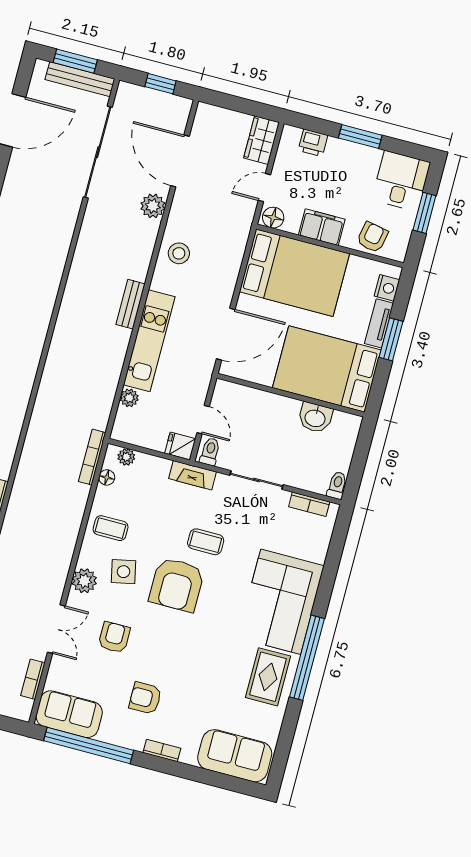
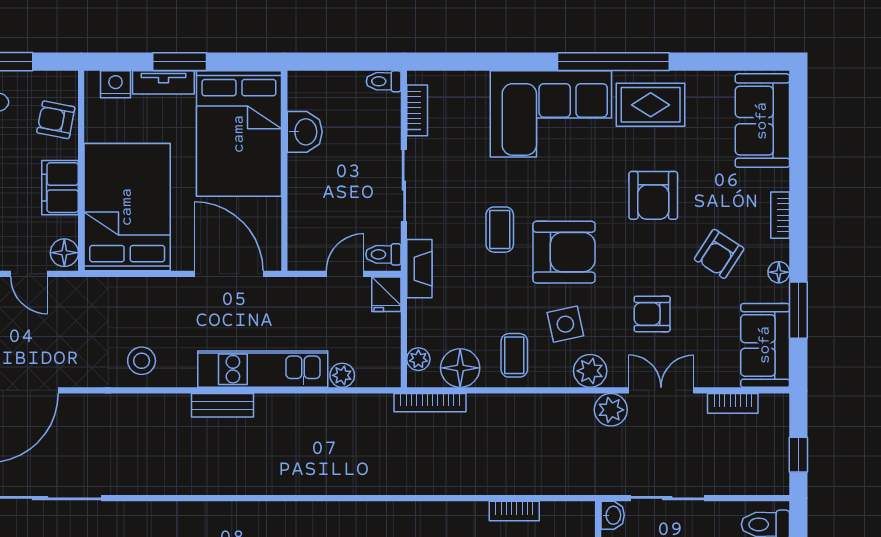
plant: (153, 206) -> (611, 410), moved
floor lamp: (107, 477) -> (460, 368), width x1.89, depth x1.89
armchair: (201, 661) -> (653, 195), added
armchair: (145, 698) -> (719, 254), turned 33
floor lamp: (120, 738) -> (779, 272), added
window: (89, 746) -> (798, 310), width x0.47

